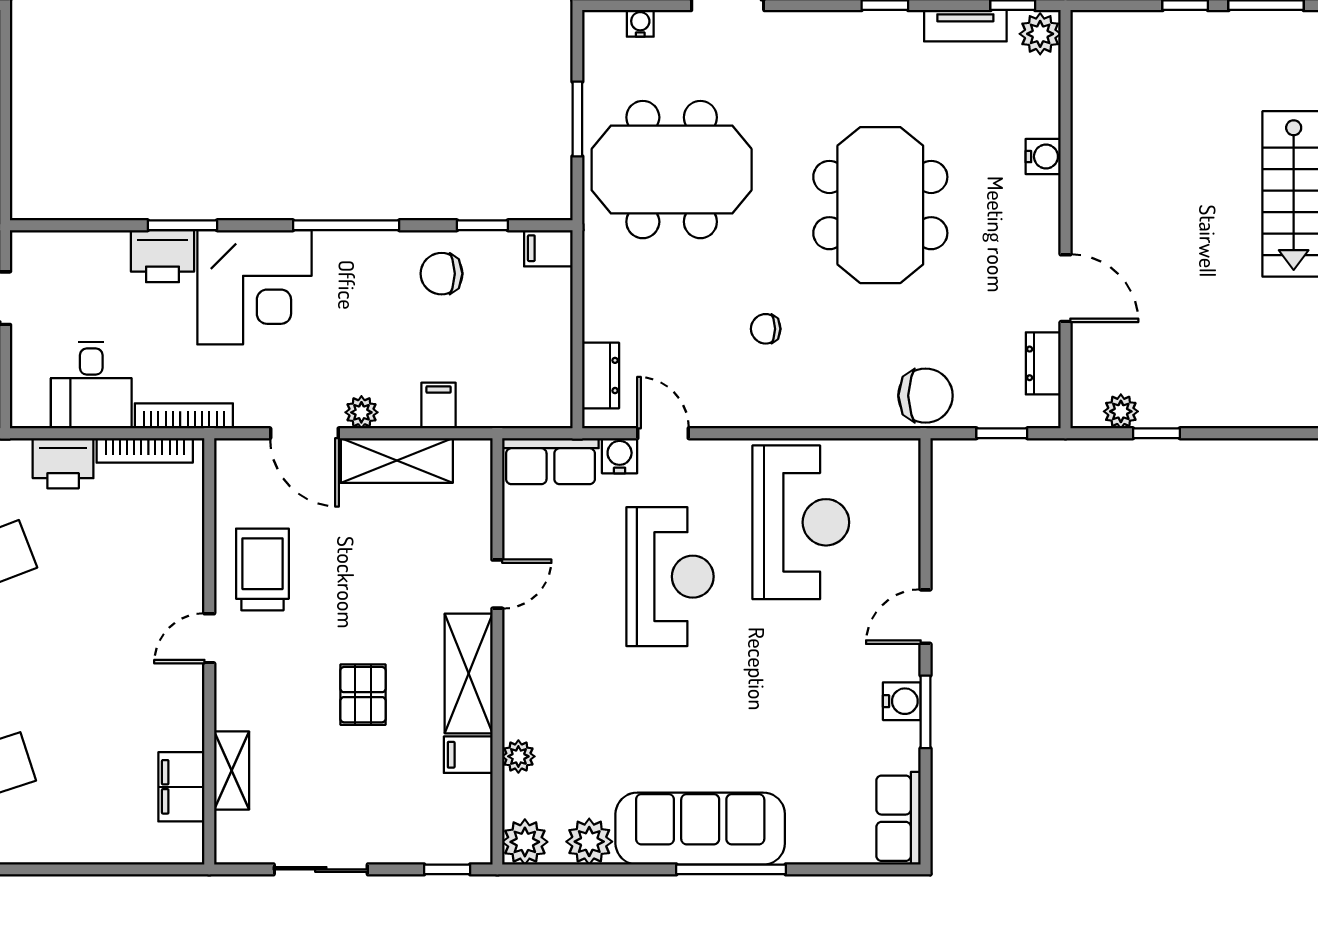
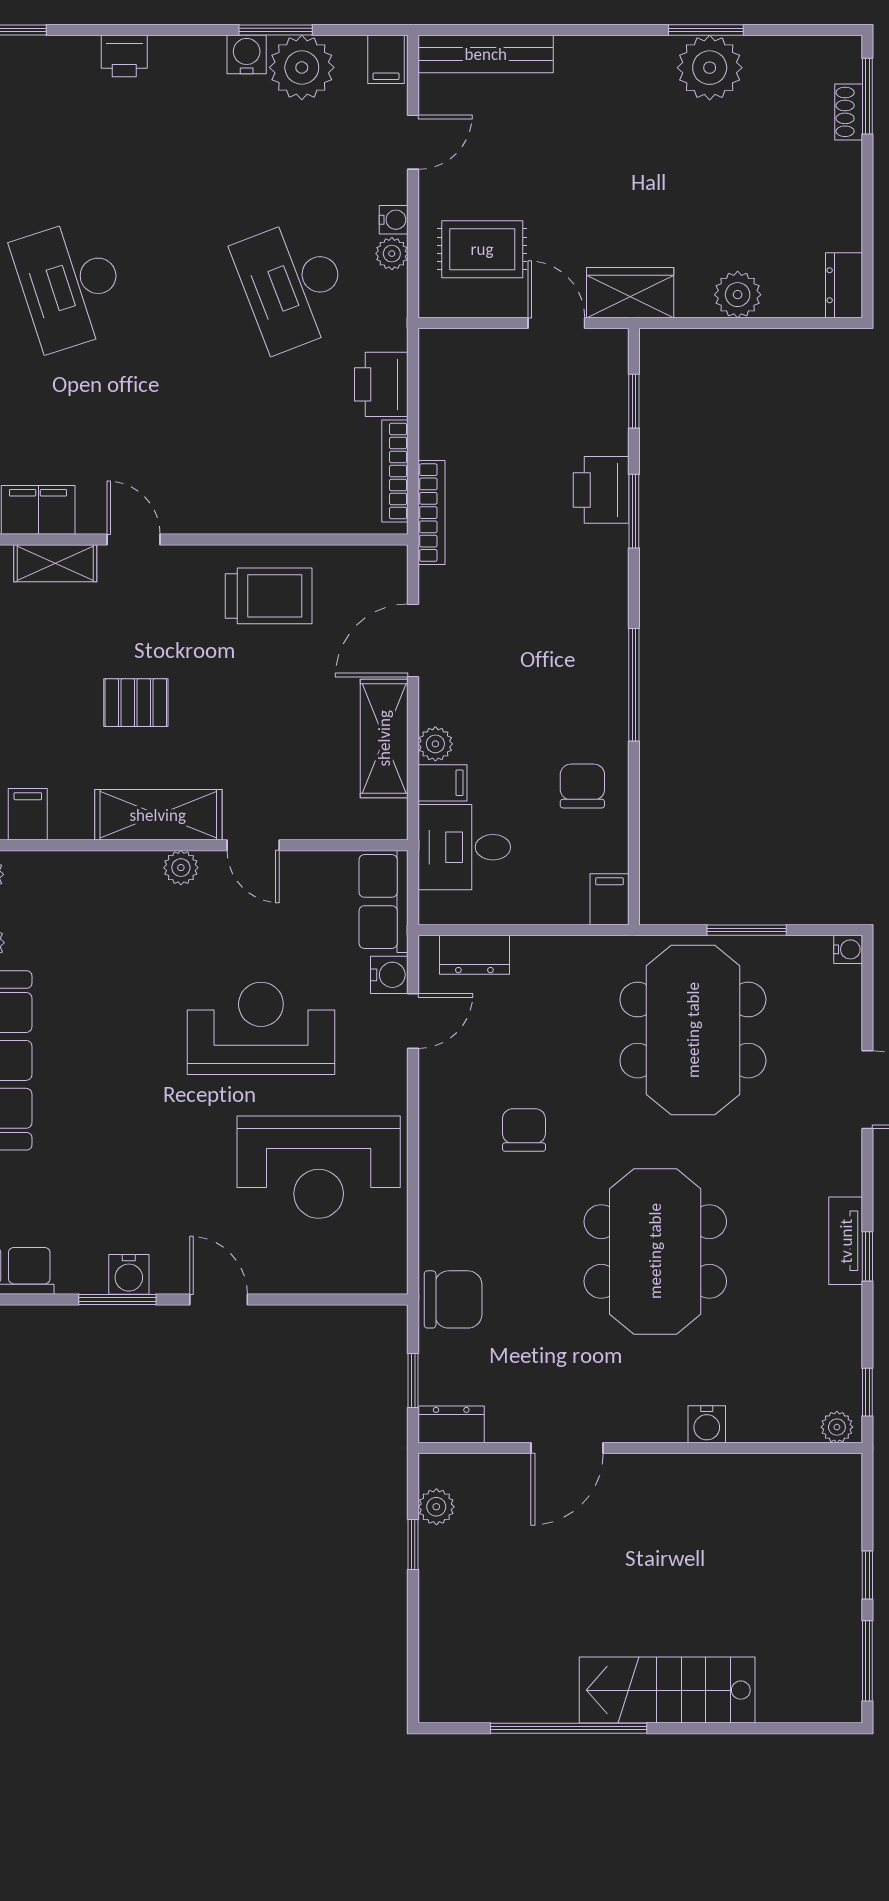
water cooler: (640, 23) -> (848, 949), moved
tv unit: (965, 26) -> (846, 1241), moved
plant: (1040, 34) -> (837, 1427), width x0.73, depth x0.73
meeting table: (880, 205) -> (655, 1251), turned 90
window: (482, 225) -> (634, 401), moved
corner desk: (254, 287) -> (568, 587), removed
chair: (766, 329) -> (524, 1130), width x1.37, depth x1.37
dresser: (1043, 363) -> (451, 1424), moved
desk: (91, 385) -> (464, 847), moved
chair: (925, 396) -> (453, 1299), turned -90
plant: (361, 412) -> (435, 744), moved
reception desk: (670, 577) -> (261, 1028), turned 180
door: (209, 638) -> (134, 540), moved
filing cabinet: (468, 755) -> (28, 814), moved
plant: (518, 756) -> (181, 868), moved

